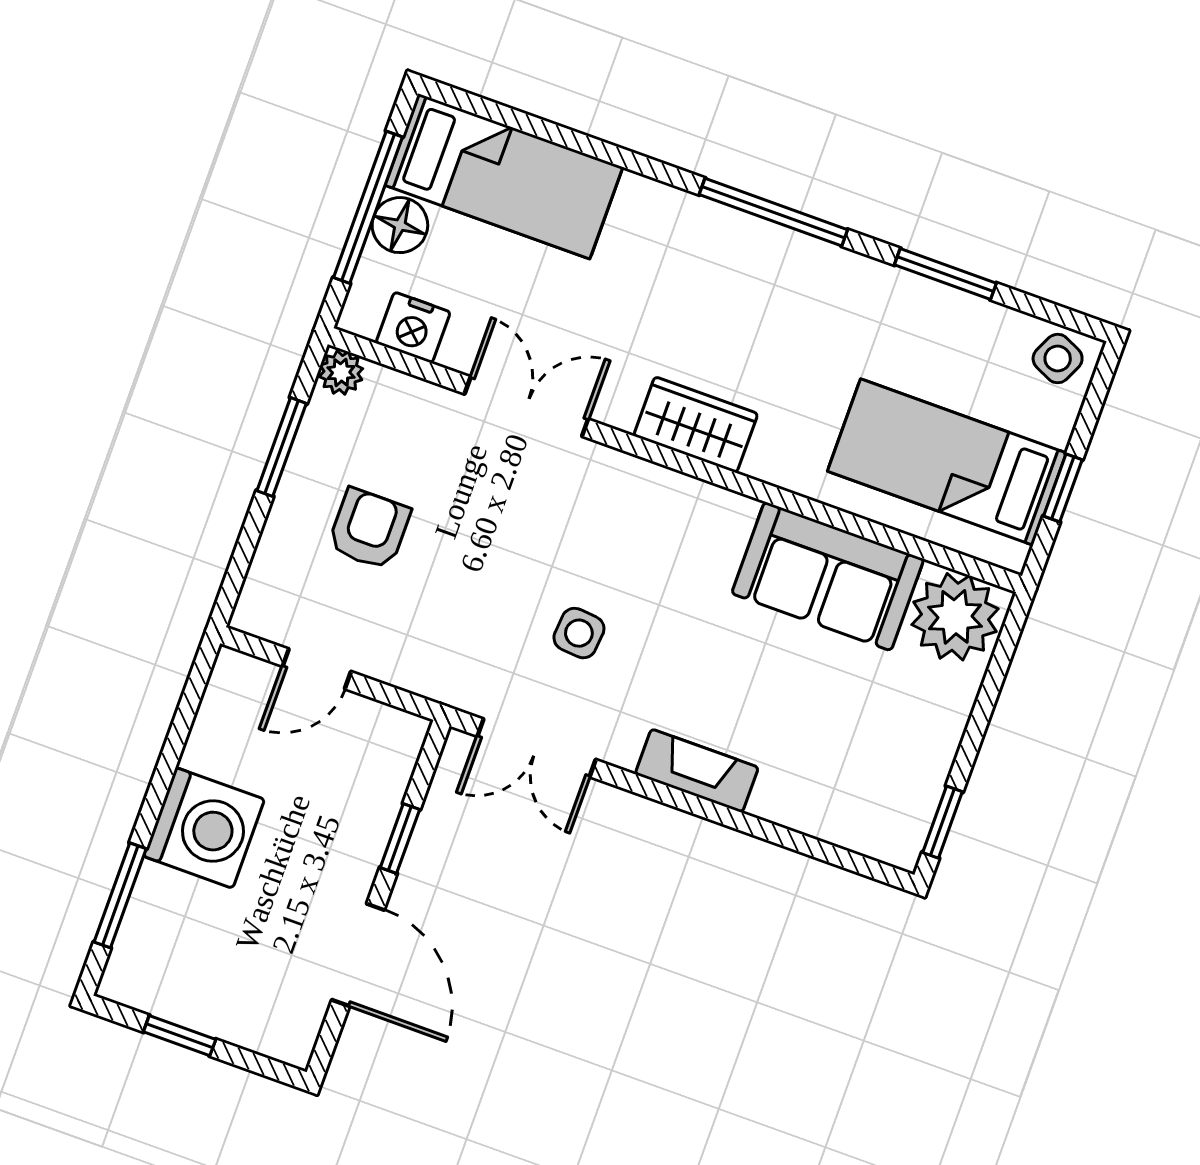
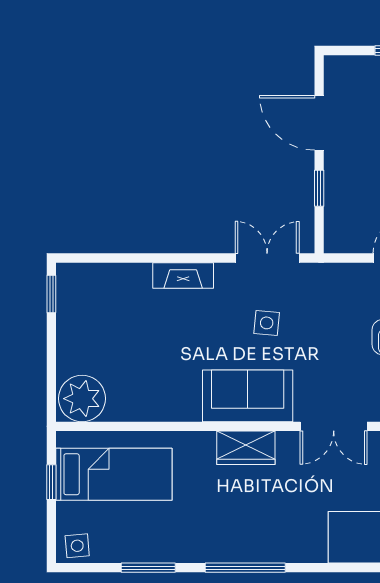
side table: (1058, 359) -> (77, 546), turned -30
sofa: (828, 576) -> (248, 396), moved

